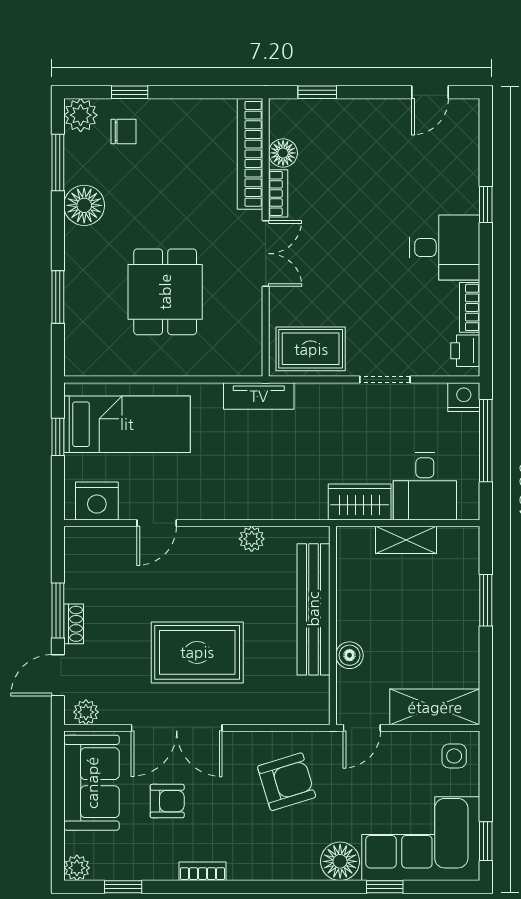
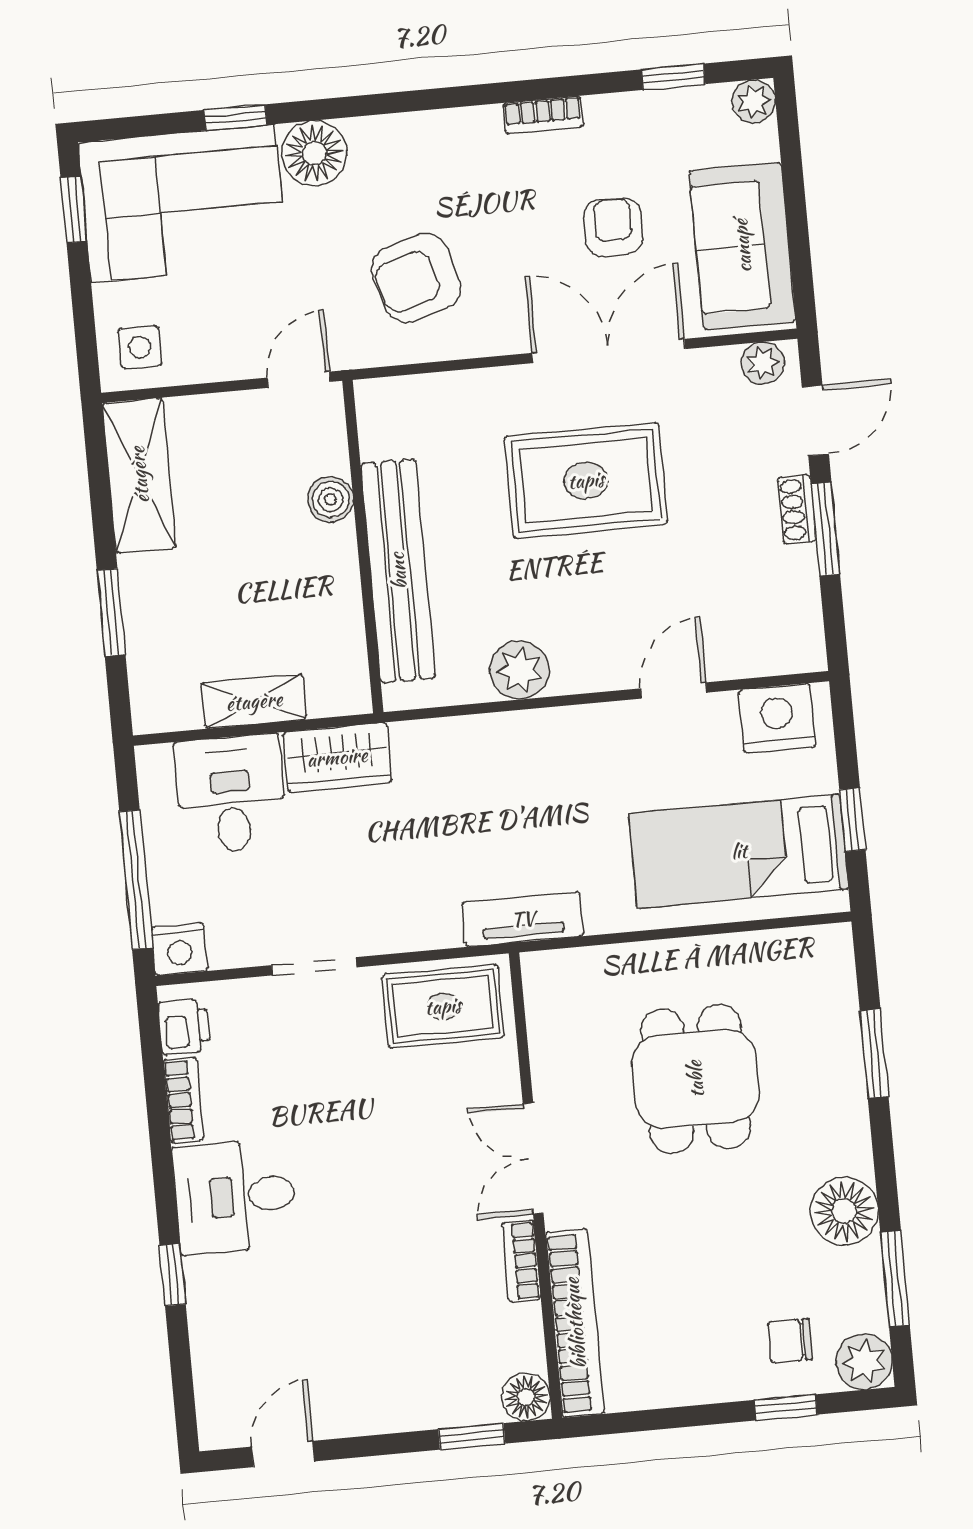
floor lamp: (283, 153) -> (526, 1397), moved
plant: (252, 539) -> (519, 670), width x1.38, depth x1.38
shelving: (435, 707) -> (139, 475), moved, turned 90
armchair: (167, 801) -> (613, 227), turned 90

